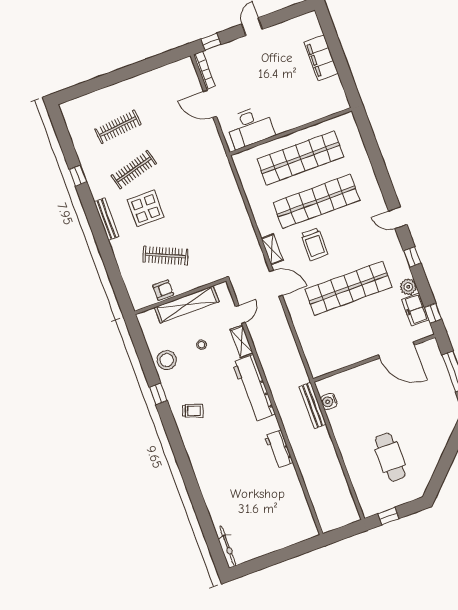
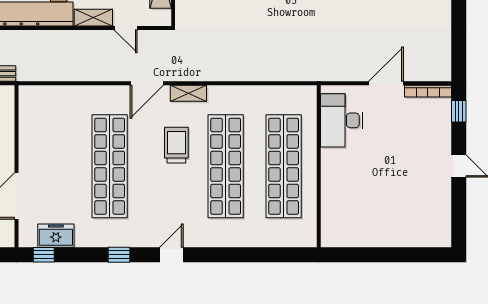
filing cabinet: (321, 58) -> (392, 234), removed
trolley: (314, 244) -> (176, 145), turned 90
plant: (408, 287) -> (86, 237), removed

